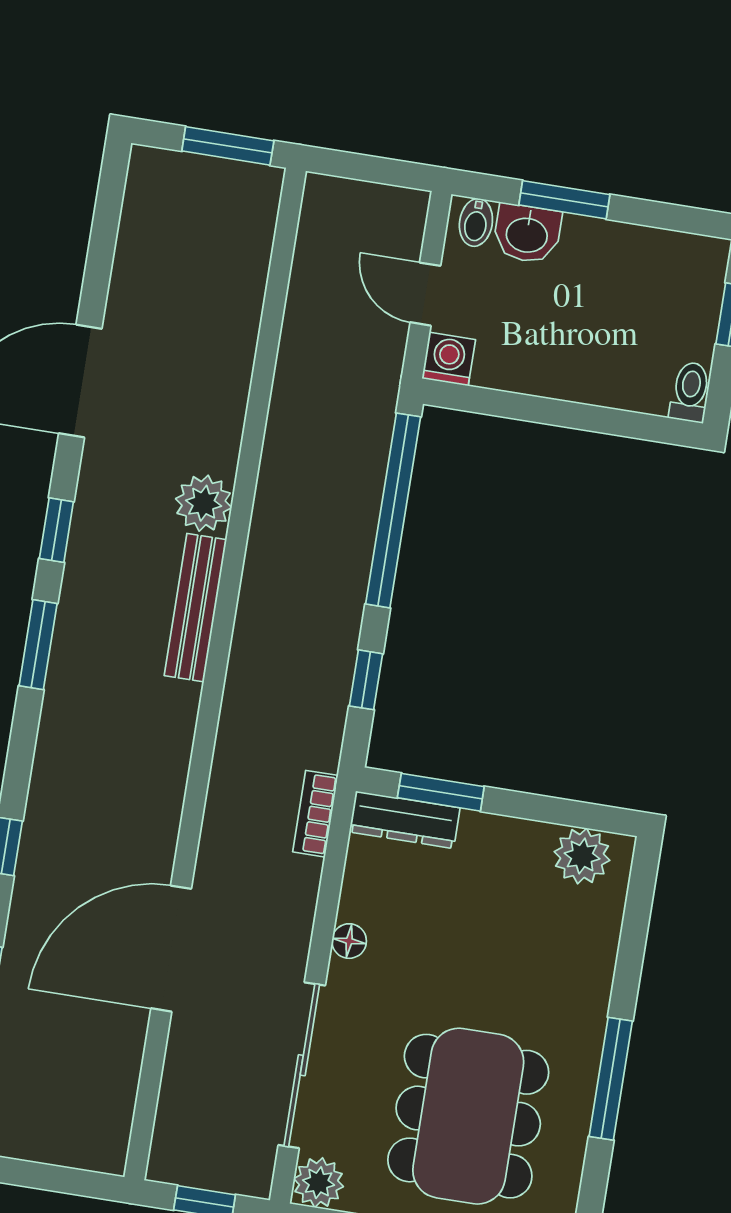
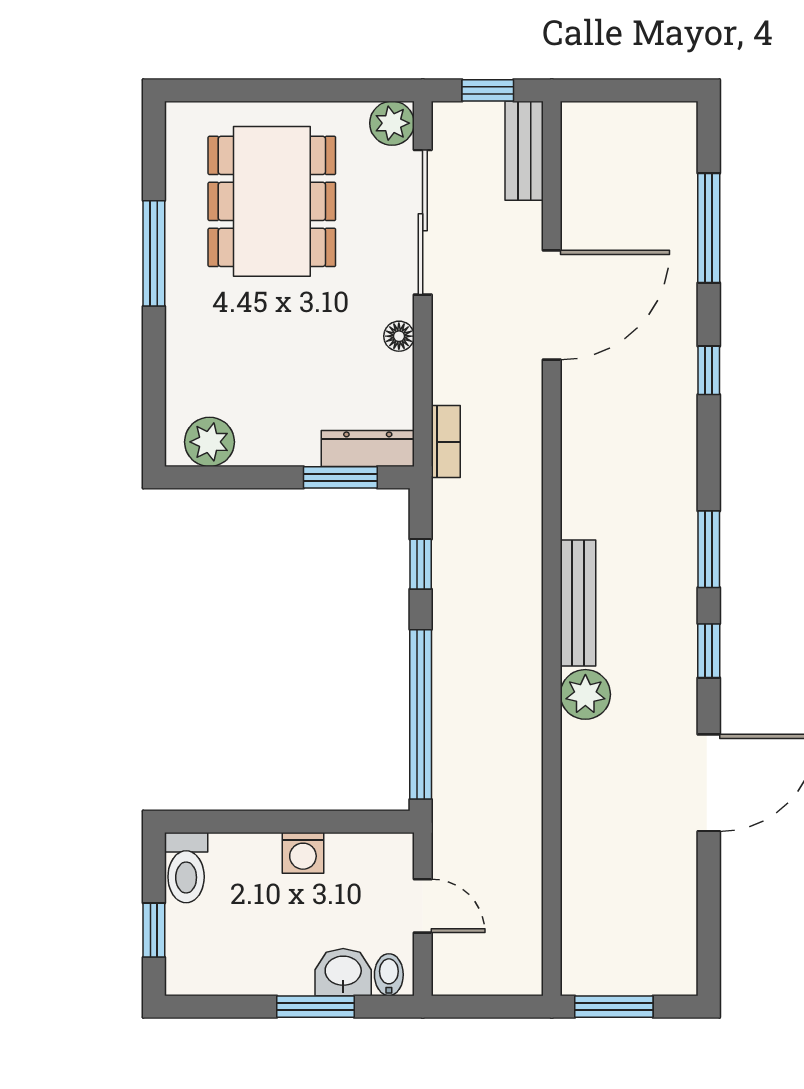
washing machine: (449, 359) -> (303, 853), moved
toilet: (690, 392) -> (186, 868), width x1.37, depth x1.39
bench: (174, 1128) -> (524, 151), added

